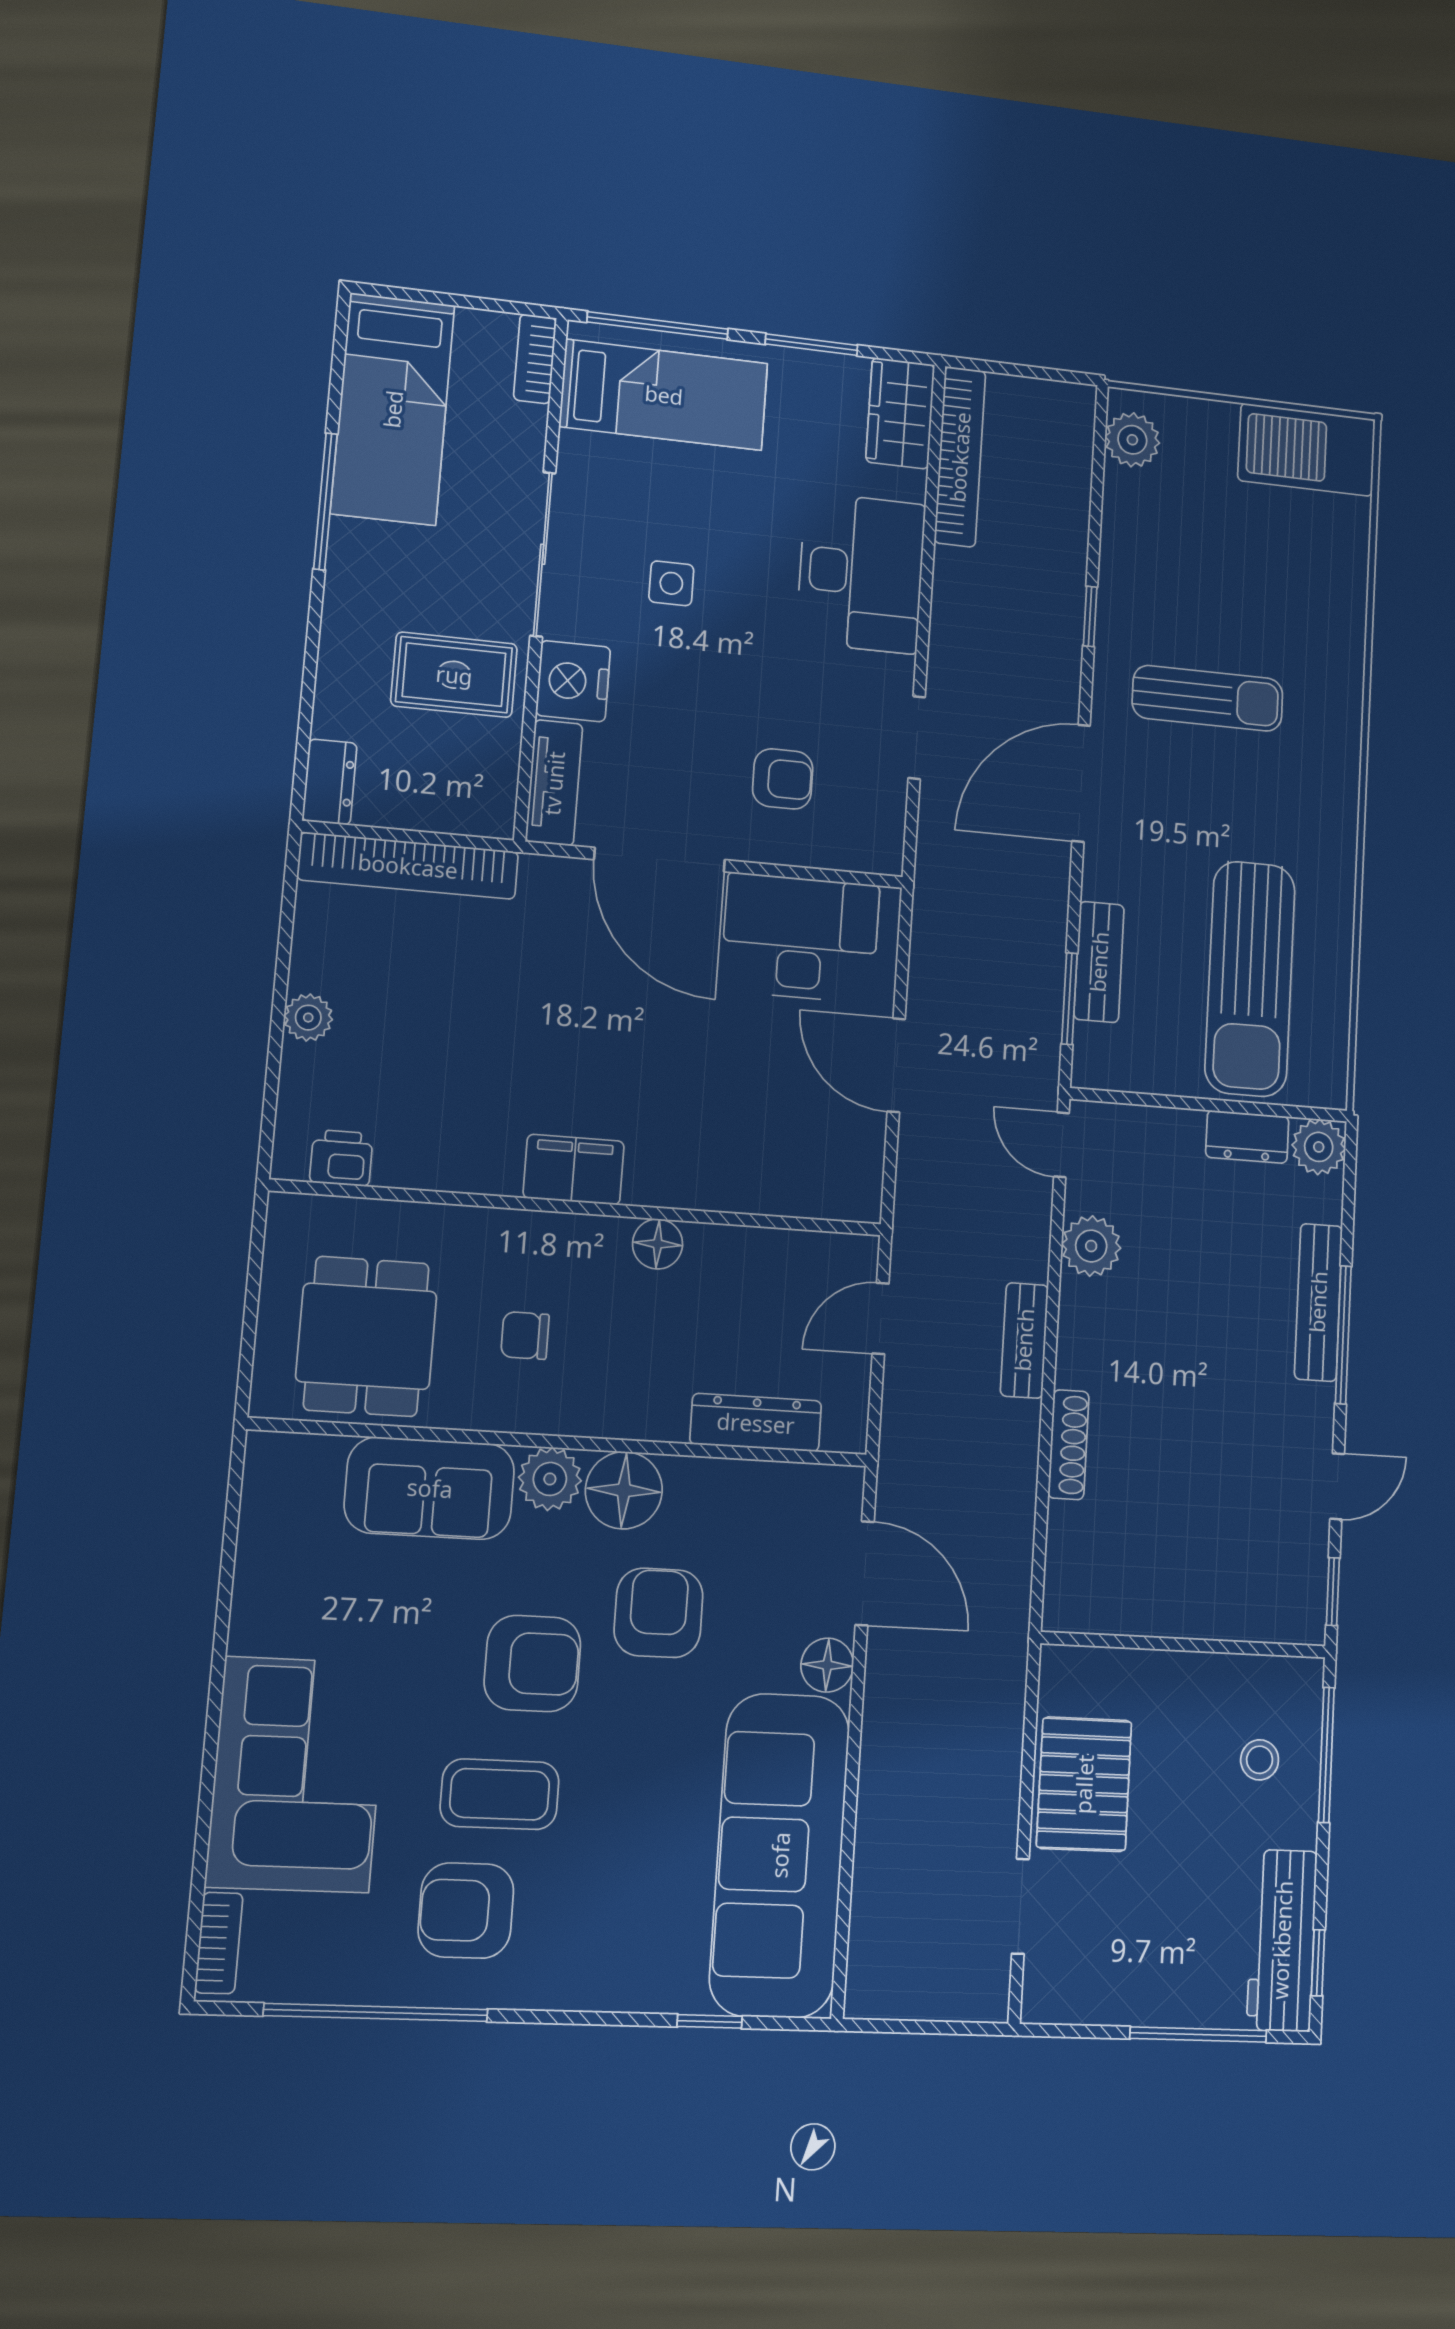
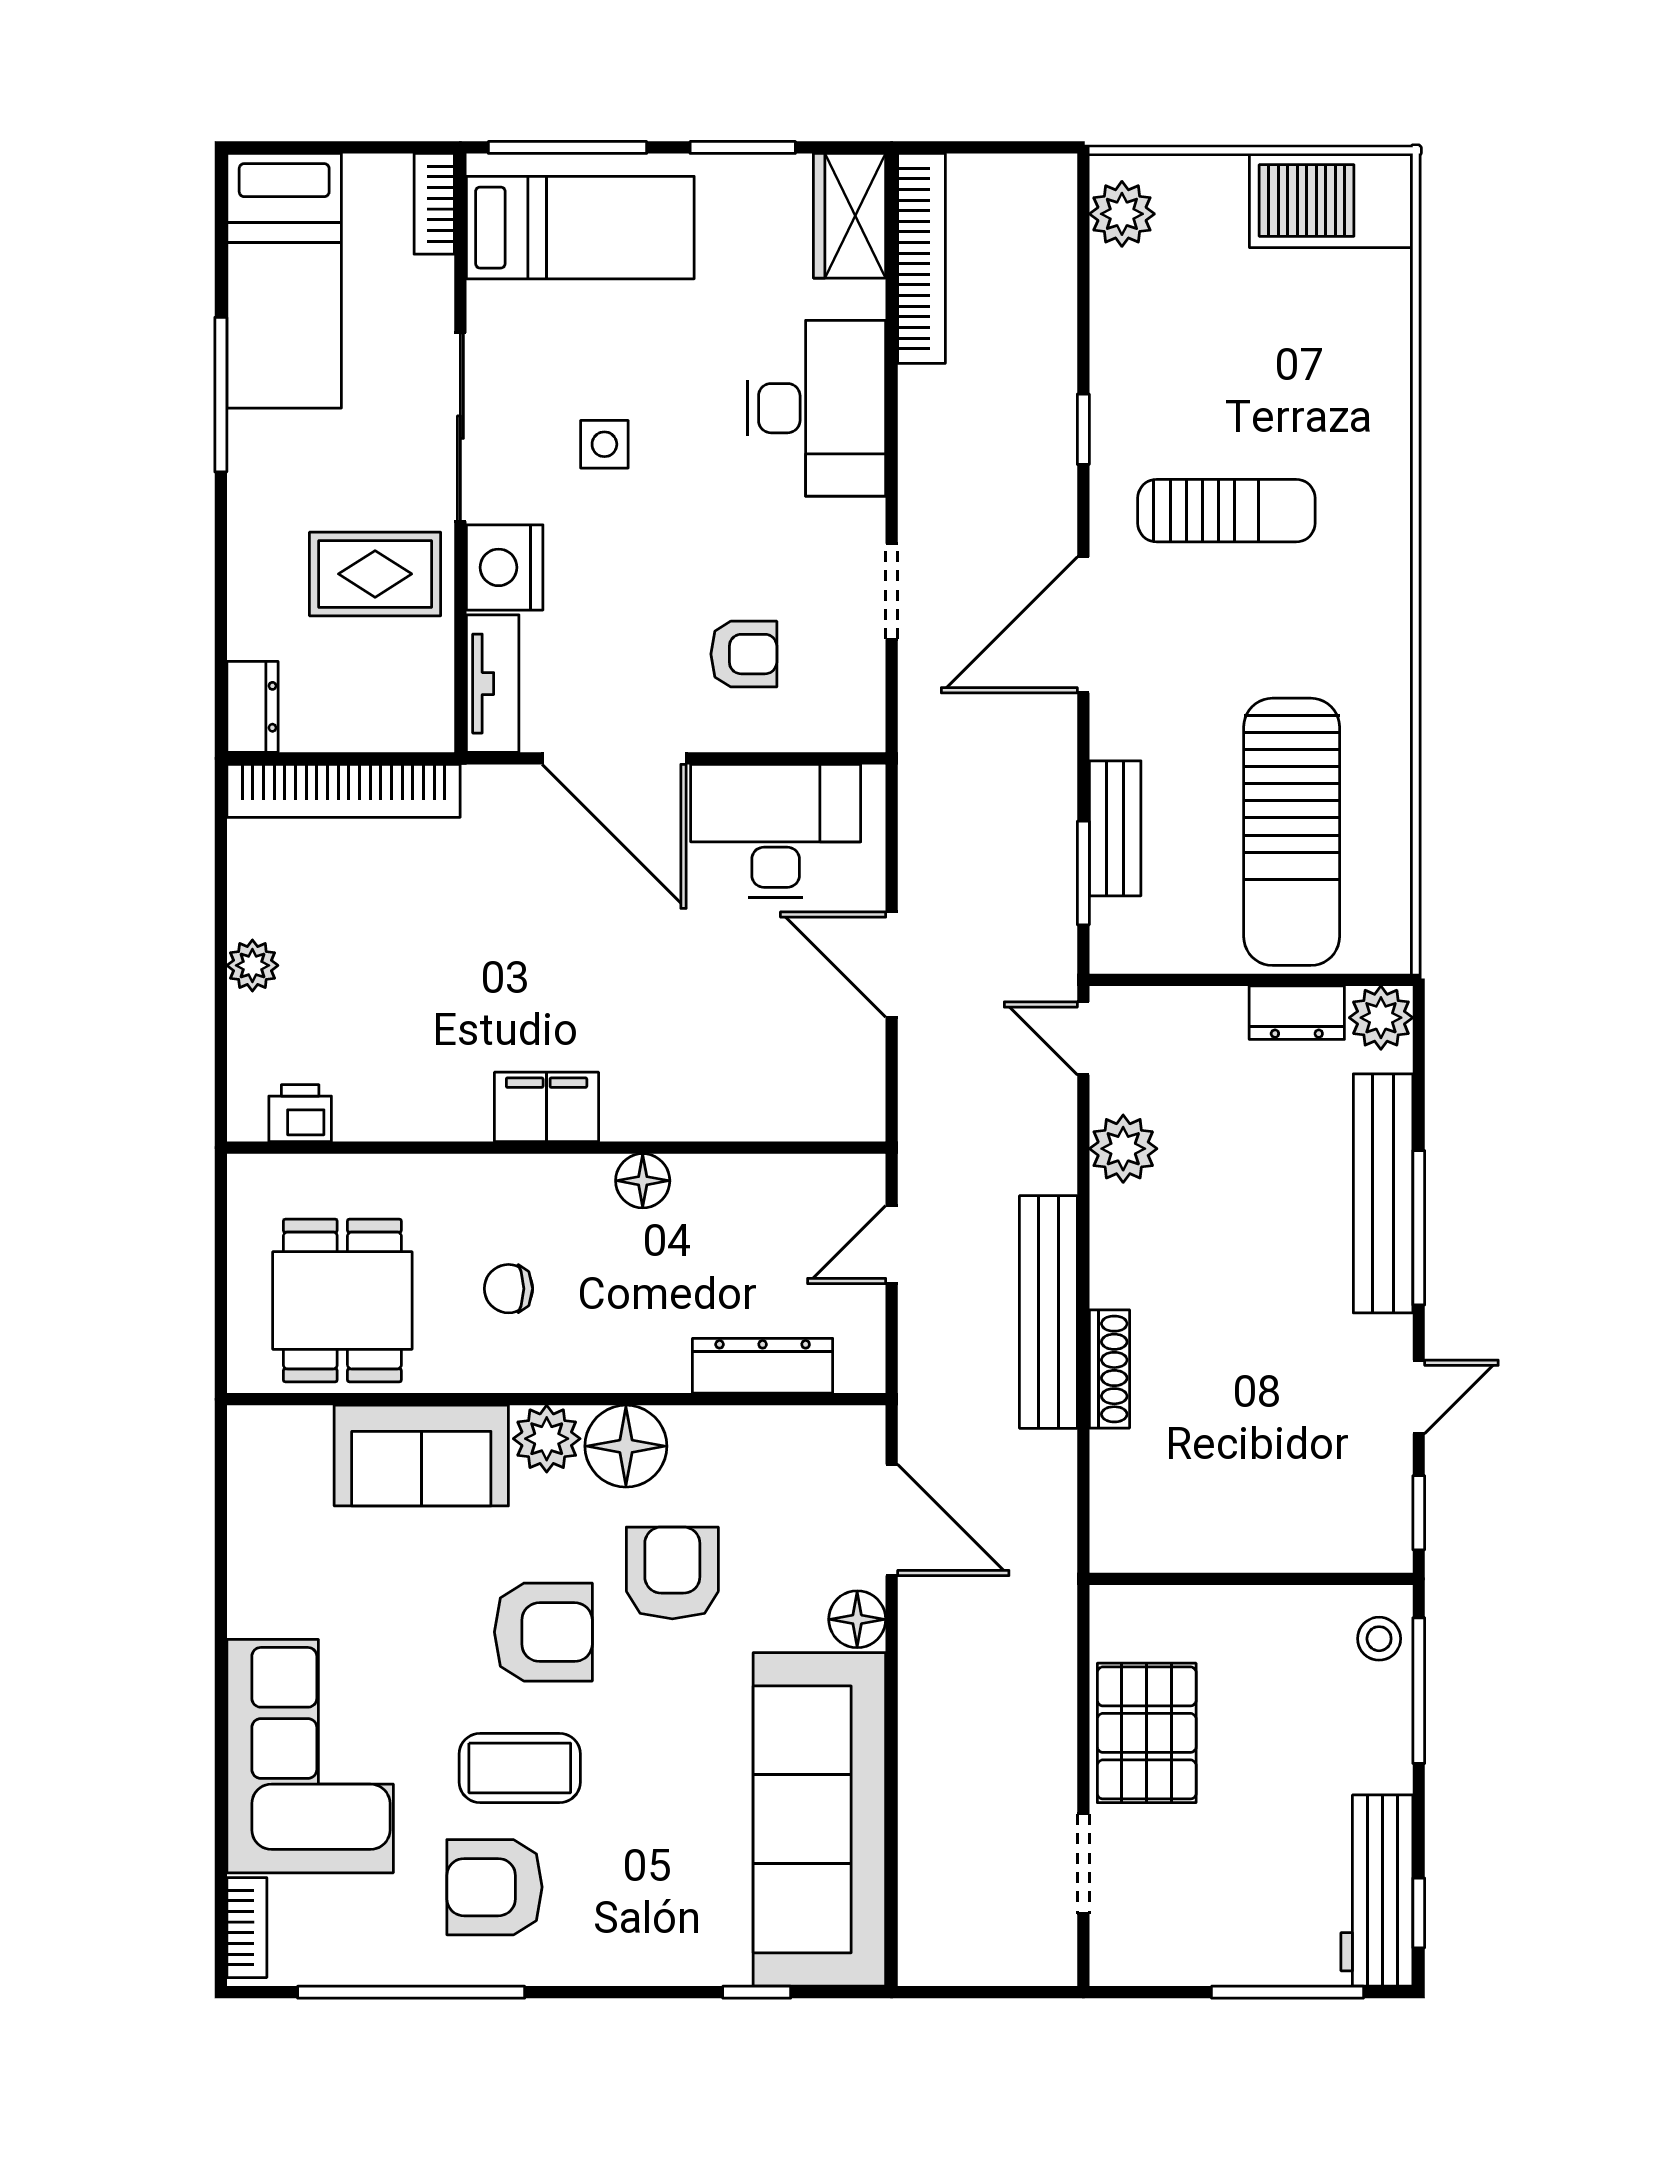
bench: (1318, 1302) -> (1383, 1193), width x1.37, depth x1.21
bench: (1024, 1340) -> (1048, 1312), width x1.86, depth x1.21
stool: (1260, 1760) -> (1379, 1639), moved

